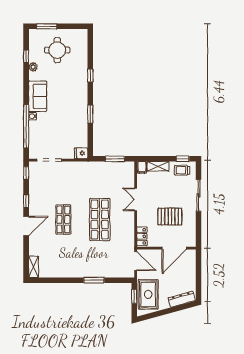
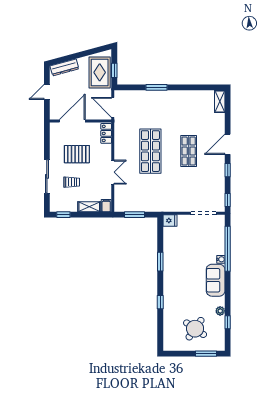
round table: (57, 50) -> (195, 329), turned 35
trolley: (182, 170) -> (72, 182), moved
door: (198, 276) -> (47, 92), added

